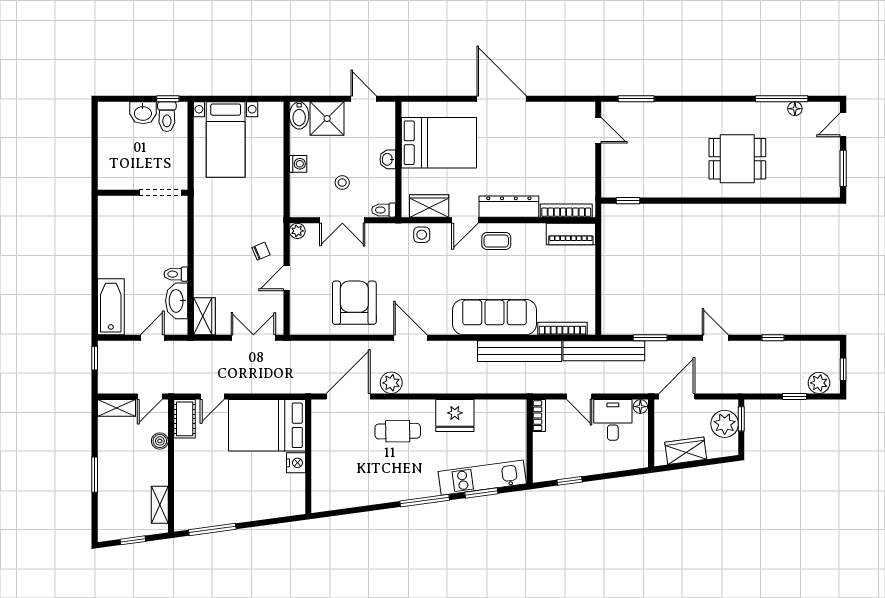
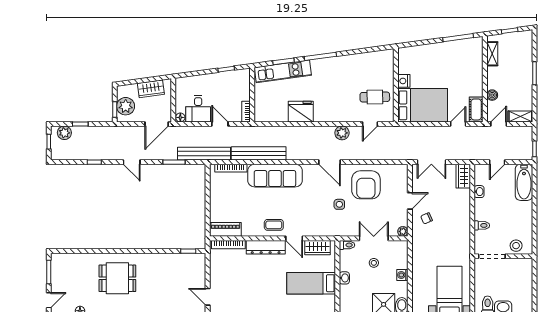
bed: (439, 143) -> (311, 283), width x0.67
stool: (123, 209) -> (516, 246), added
door: (465, 220) -> (294, 238), swing flipped
side table: (422, 235) -> (339, 204), moved
toilet: (176, 274) -> (482, 225), moved
washbasin: (177, 301) -> (479, 192), width x0.52, depth x0.69
door: (348, 397) -> (370, 124), width x0.53
cafe table: (398, 431) -> (375, 97), moved

